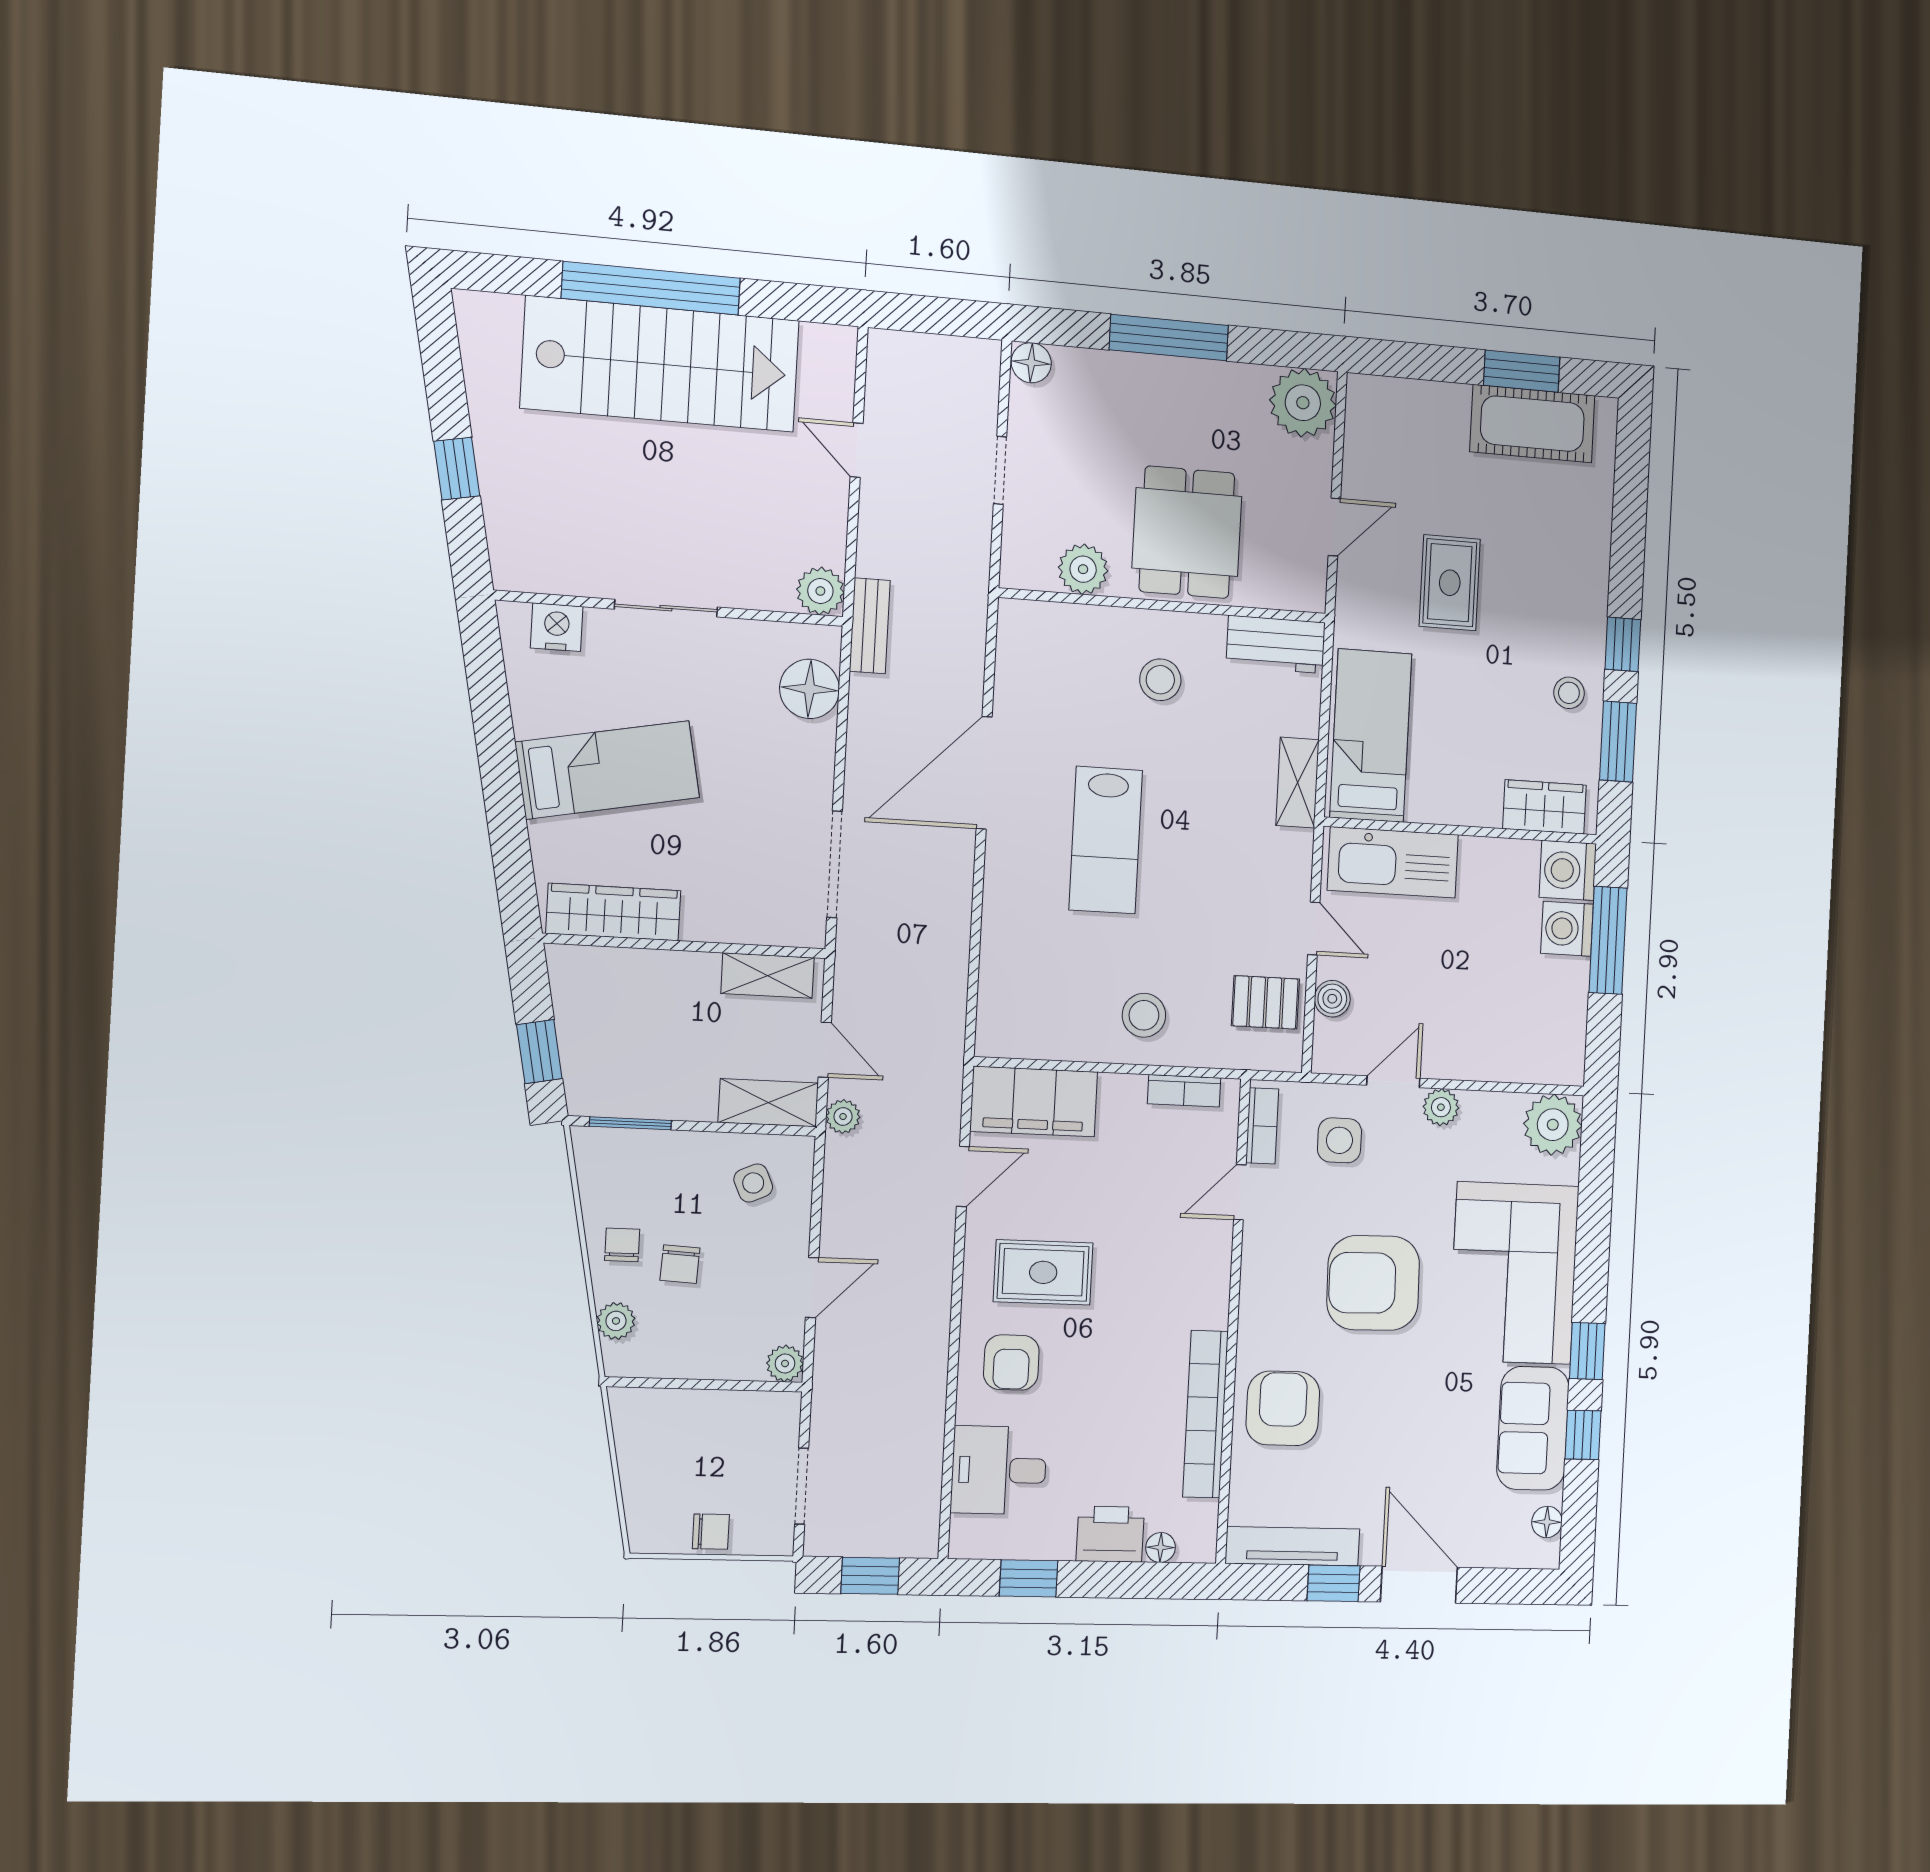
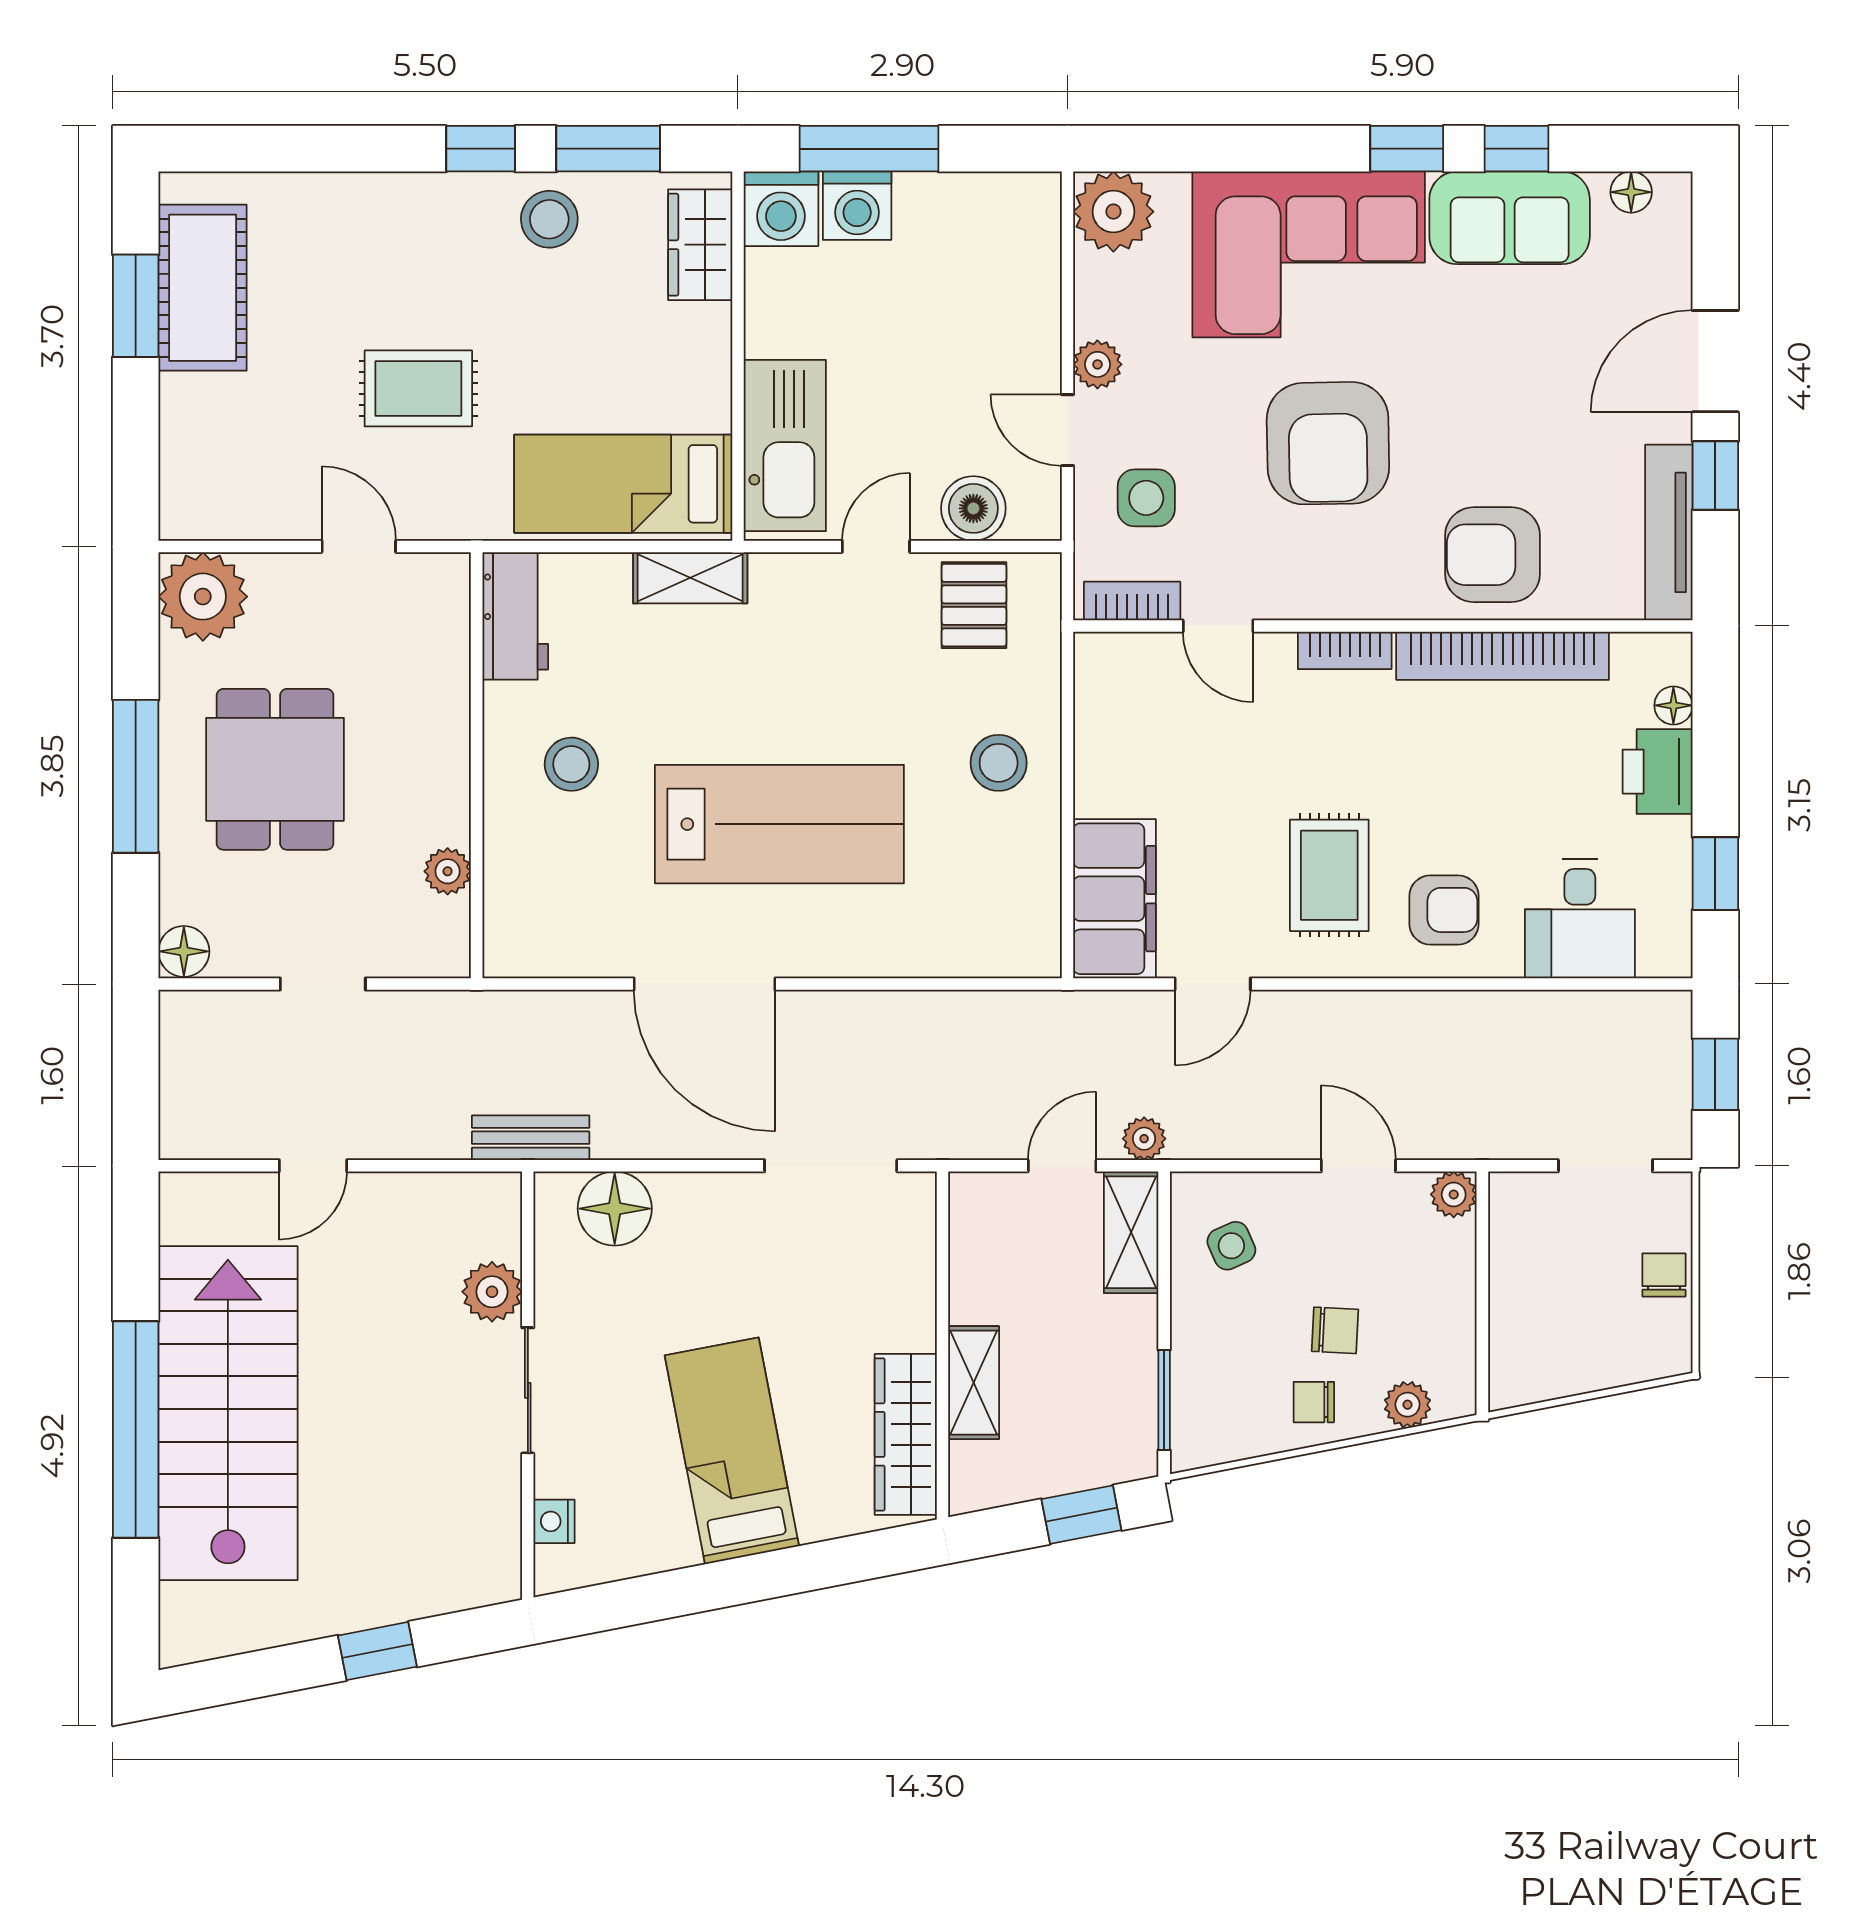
dining table: (1187, 532) -> (275, 769), moved, turned 90
plant: (1083, 569) -> (448, 871), width x0.73, depth x0.73
plant: (820, 591) -> (492, 1292), moved
nightstand: (557, 627) -> (554, 1521), width x0.72, depth x0.74
stool: (1569, 693) -> (549, 219), width x1.37, depth x1.37
lab bench: (1106, 840) -> (779, 824), width x1.36, depth x1.39
shelving: (768, 976) -> (974, 1383), moved
boiler: (1332, 999) -> (973, 508), width x1.36, depth x1.36
bookcase: (1184, 1091) -> (1345, 650), moved, turned 90
door: (963, 1176) -> (1213, 984), swing flipped

